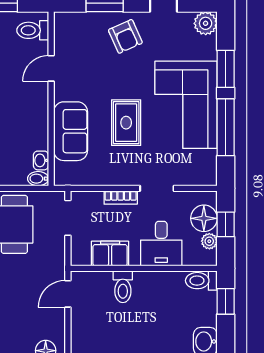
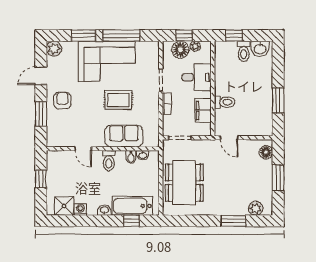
toilet: (33, 30) -> (109, 161), moved
armchair: (125, 36) -> (62, 101), turned -66
bidet: (38, 179) -> (131, 157), moved
toilet: (201, 281) -> (244, 51), moved

